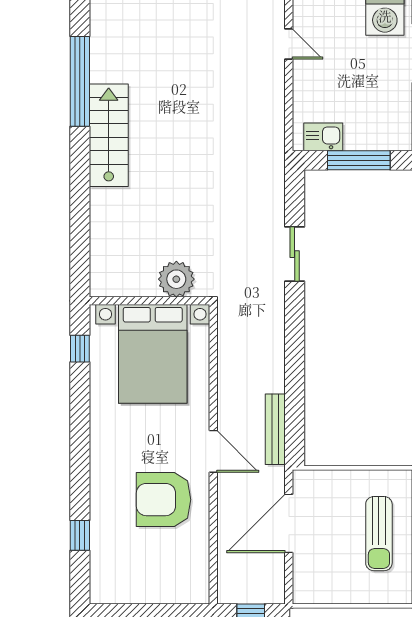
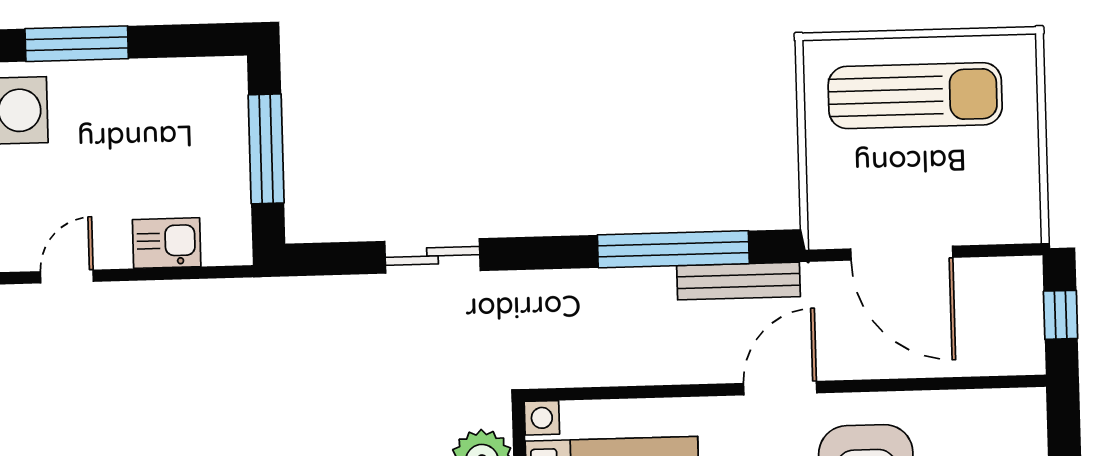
kitchen sink: (323, 137) -> (167, 243), moved, turned 90
window: (295, 392) -> (673, 249), added
sun lounger: (379, 534) -> (915, 96), width x1.36, depth x1.34

